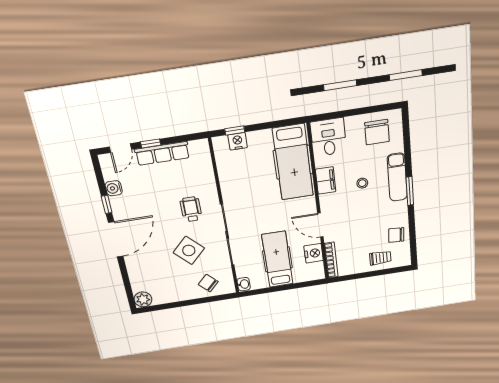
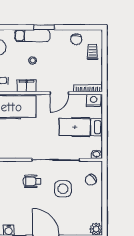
side table: (189, 250) -> (63, 189), turned 45
nightstand: (314, 253) -> (94, 100), moved

